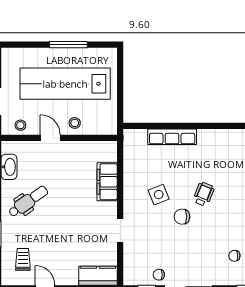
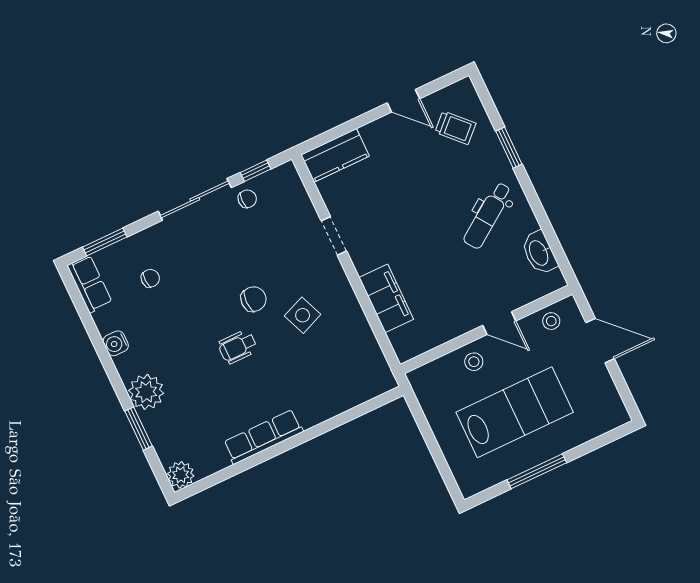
lab bench: (65, 84) -> (515, 412), width x0.73
row of seats: (172, 137) -> (263, 437), moved
wheelchair: (204, 194) -> (238, 347), turned 68
trolley: (23, 259) -> (455, 128), turned -44

